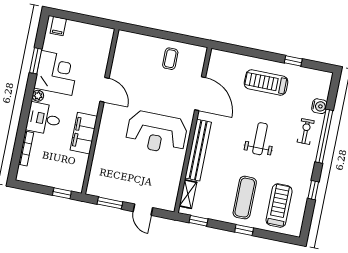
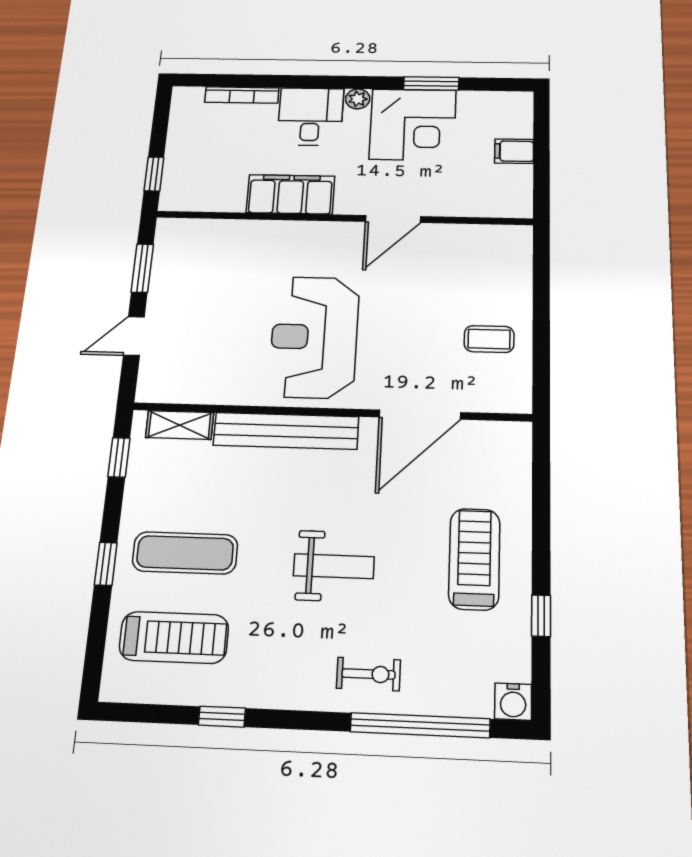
filing cabinet: (58, 26) -> (514, 151), moved
water cooler: (319, 106) -> (513, 702), moved
window: (324, 136) -> (420, 725), moved

